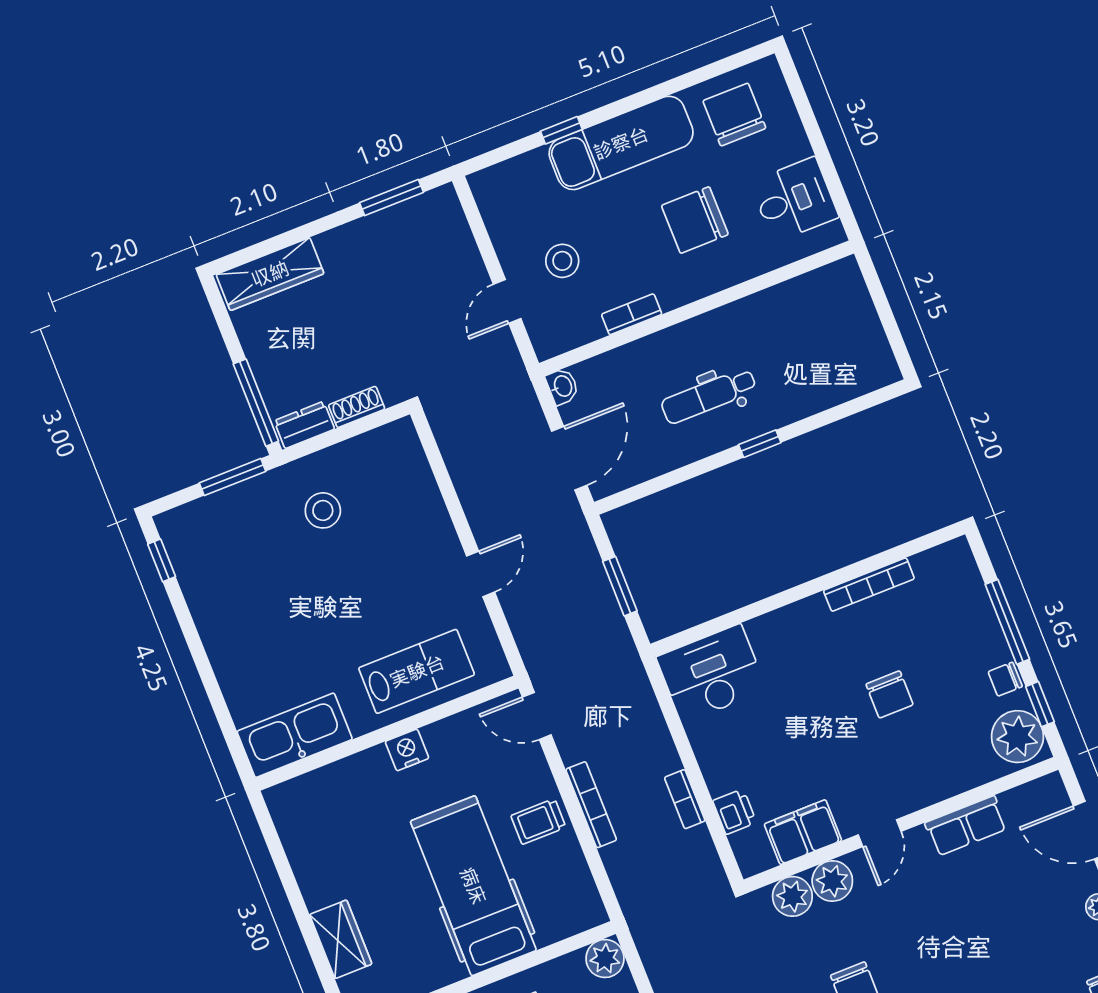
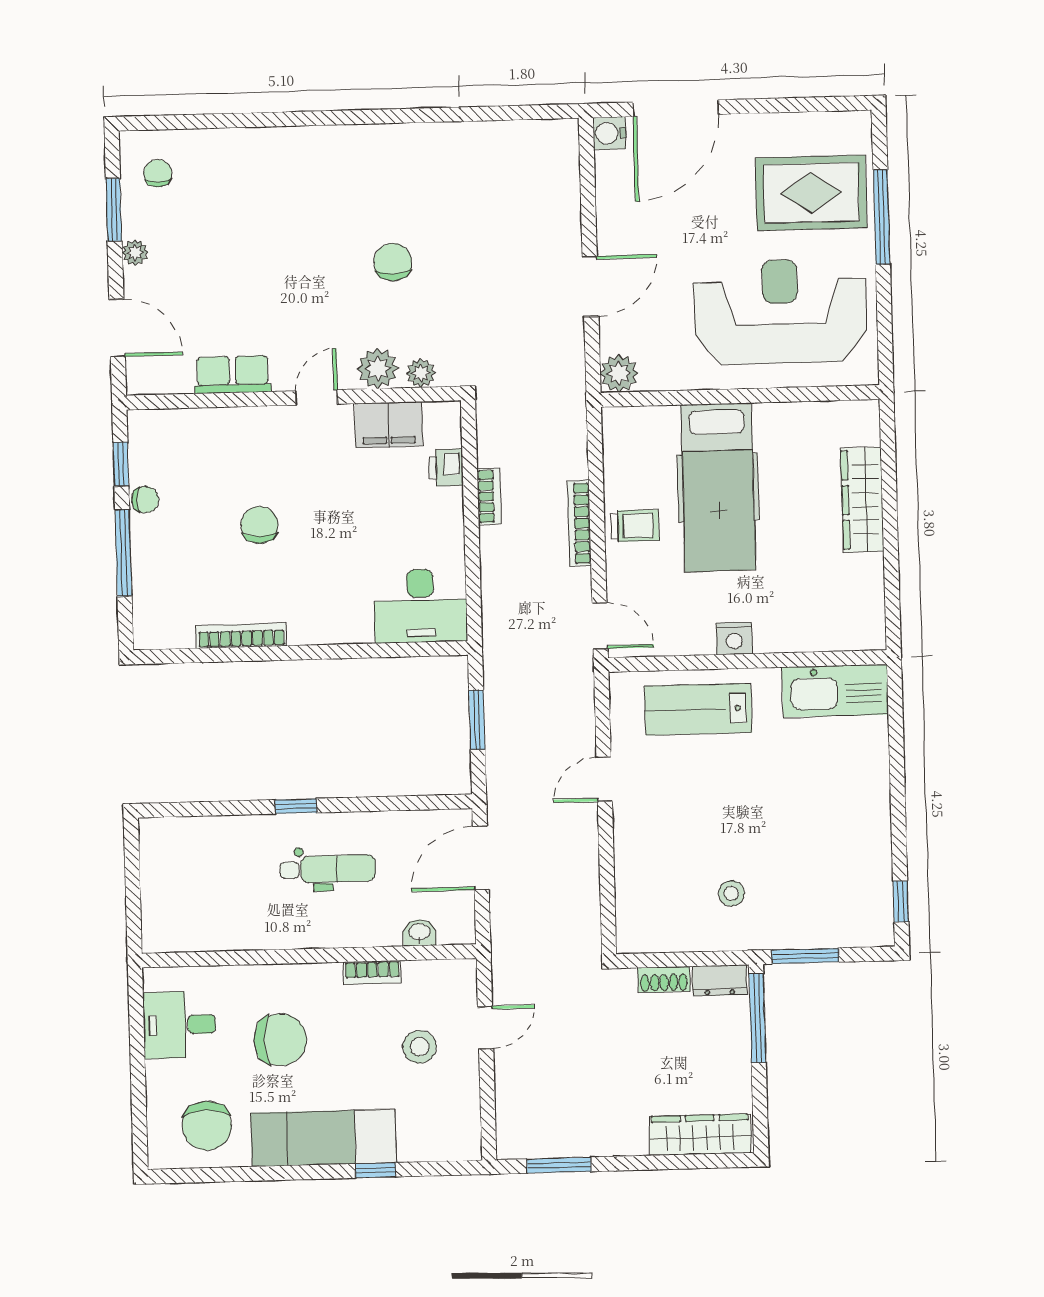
washbasin: (562, 386) -> (420, 933), moved, turned 90
stool: (323, 510) -> (731, 893), width x0.73, depth x0.73
plant: (1017, 737) -> (153, 441), removed
plant: (792, 896) -> (421, 373), width x0.73, depth x0.73
wardrobe: (341, 939) -> (862, 500), width x1.50

